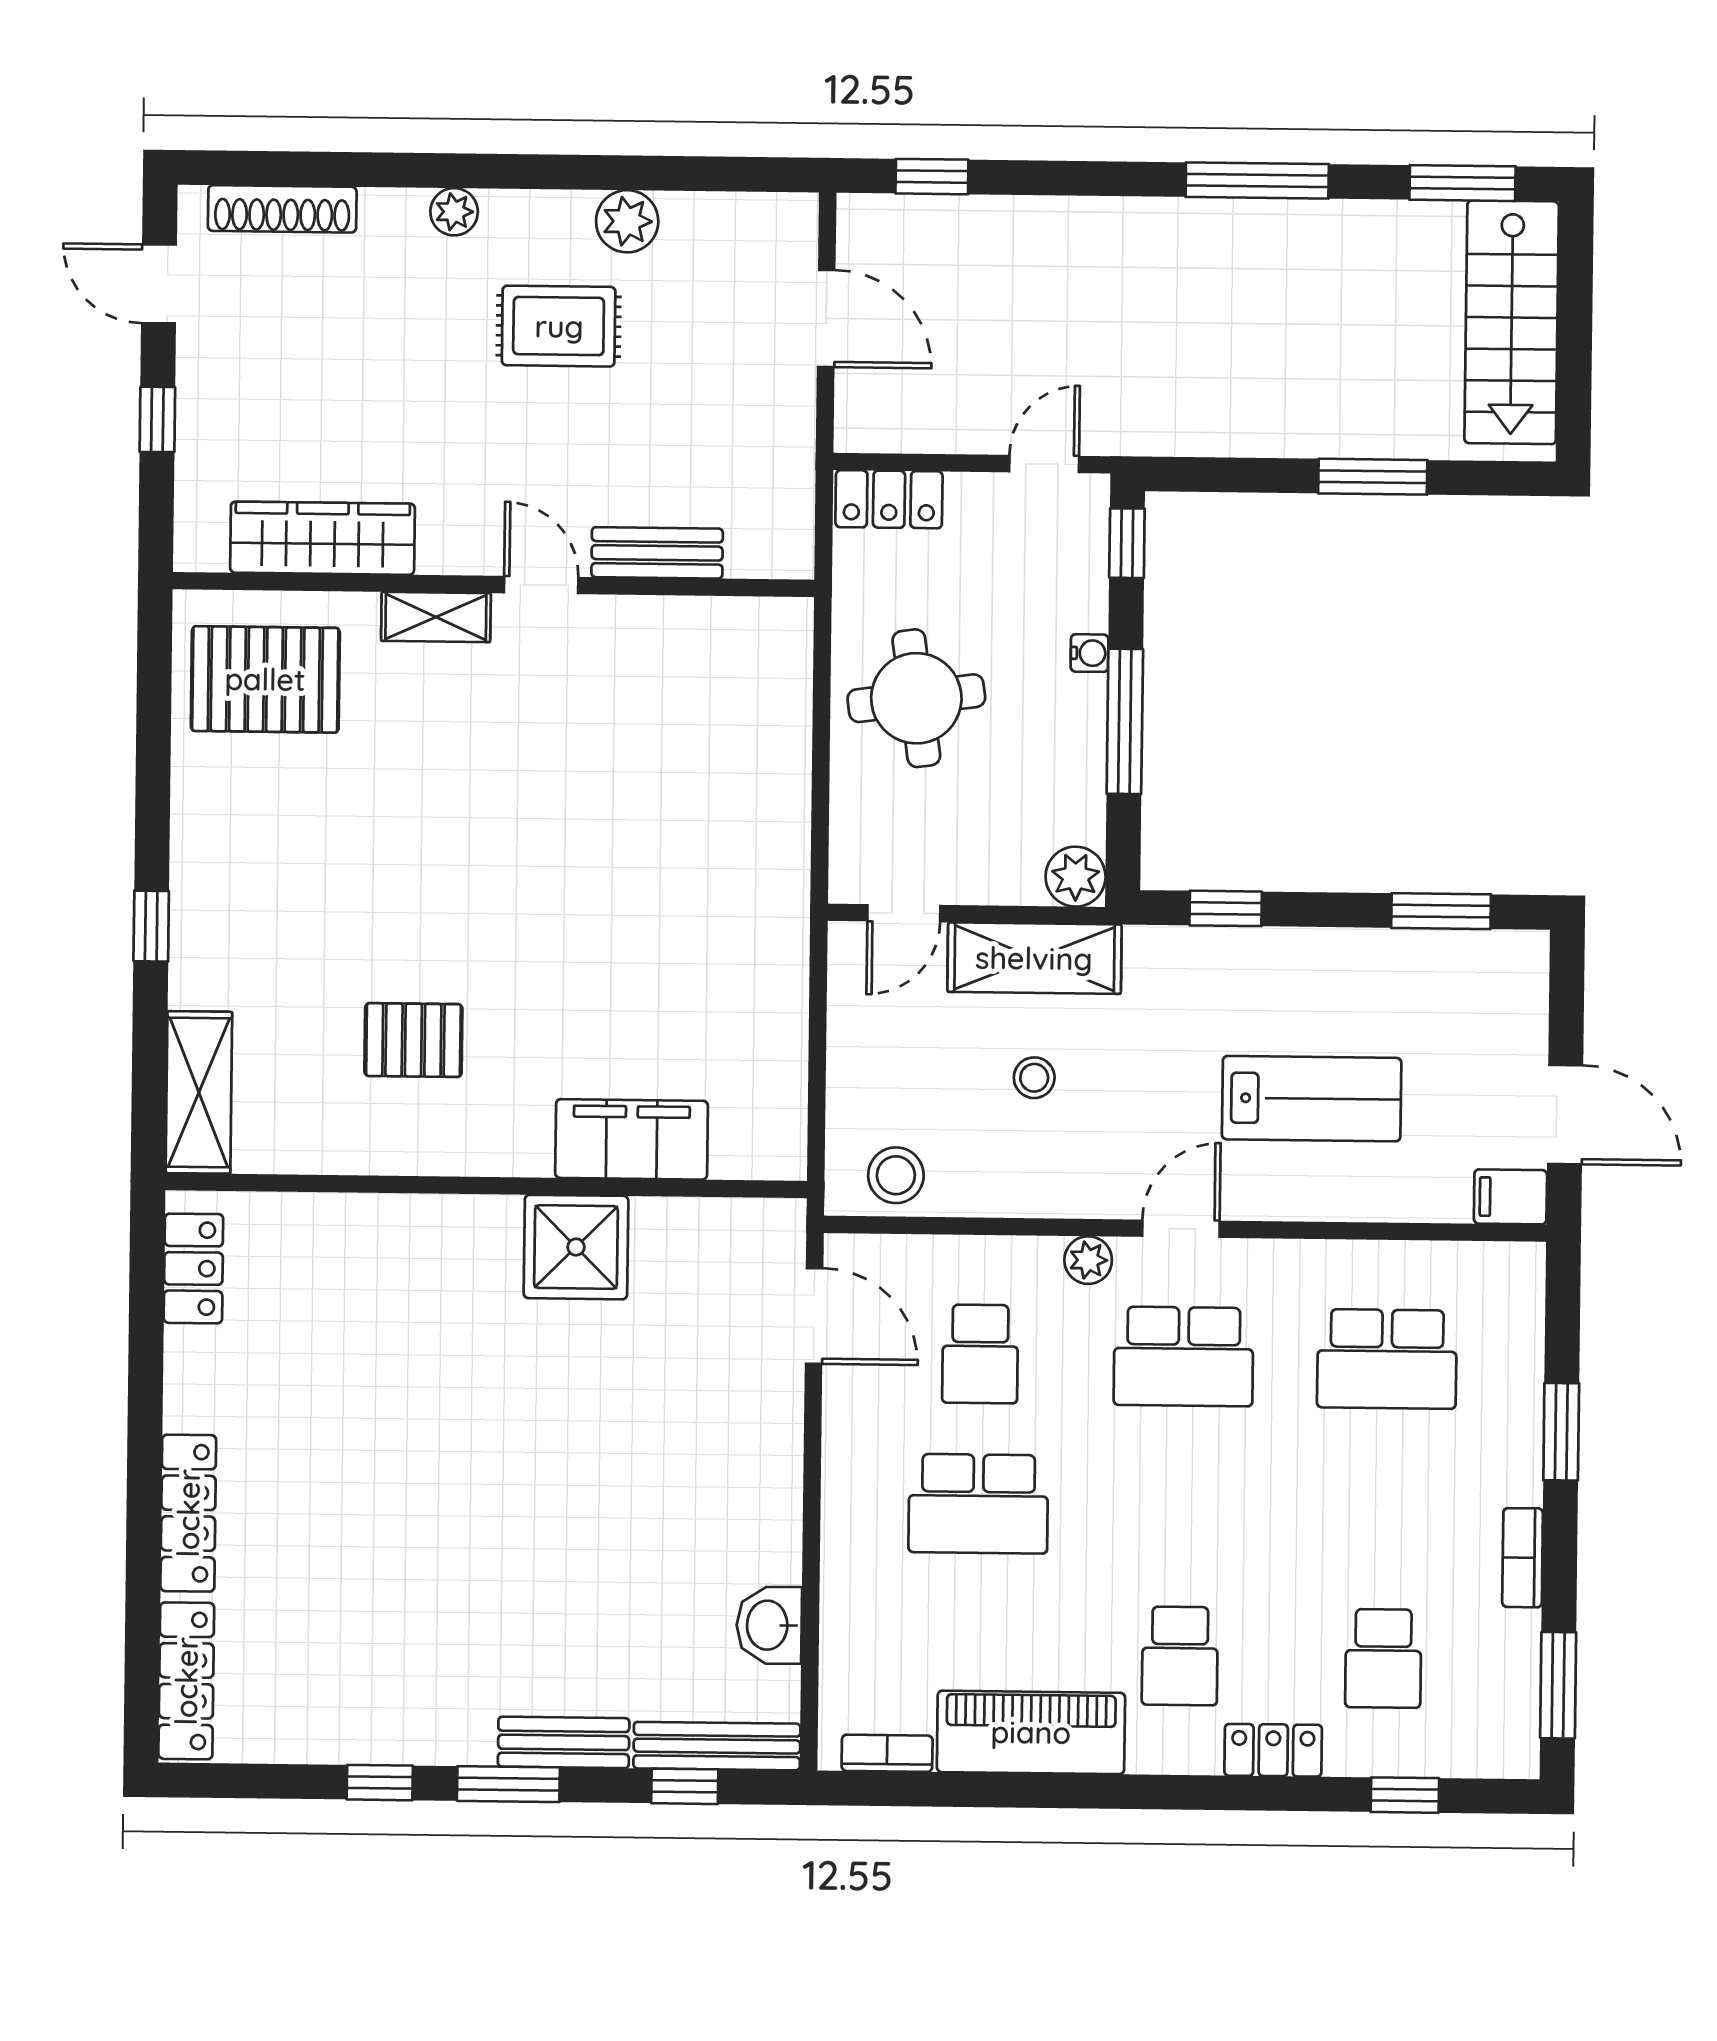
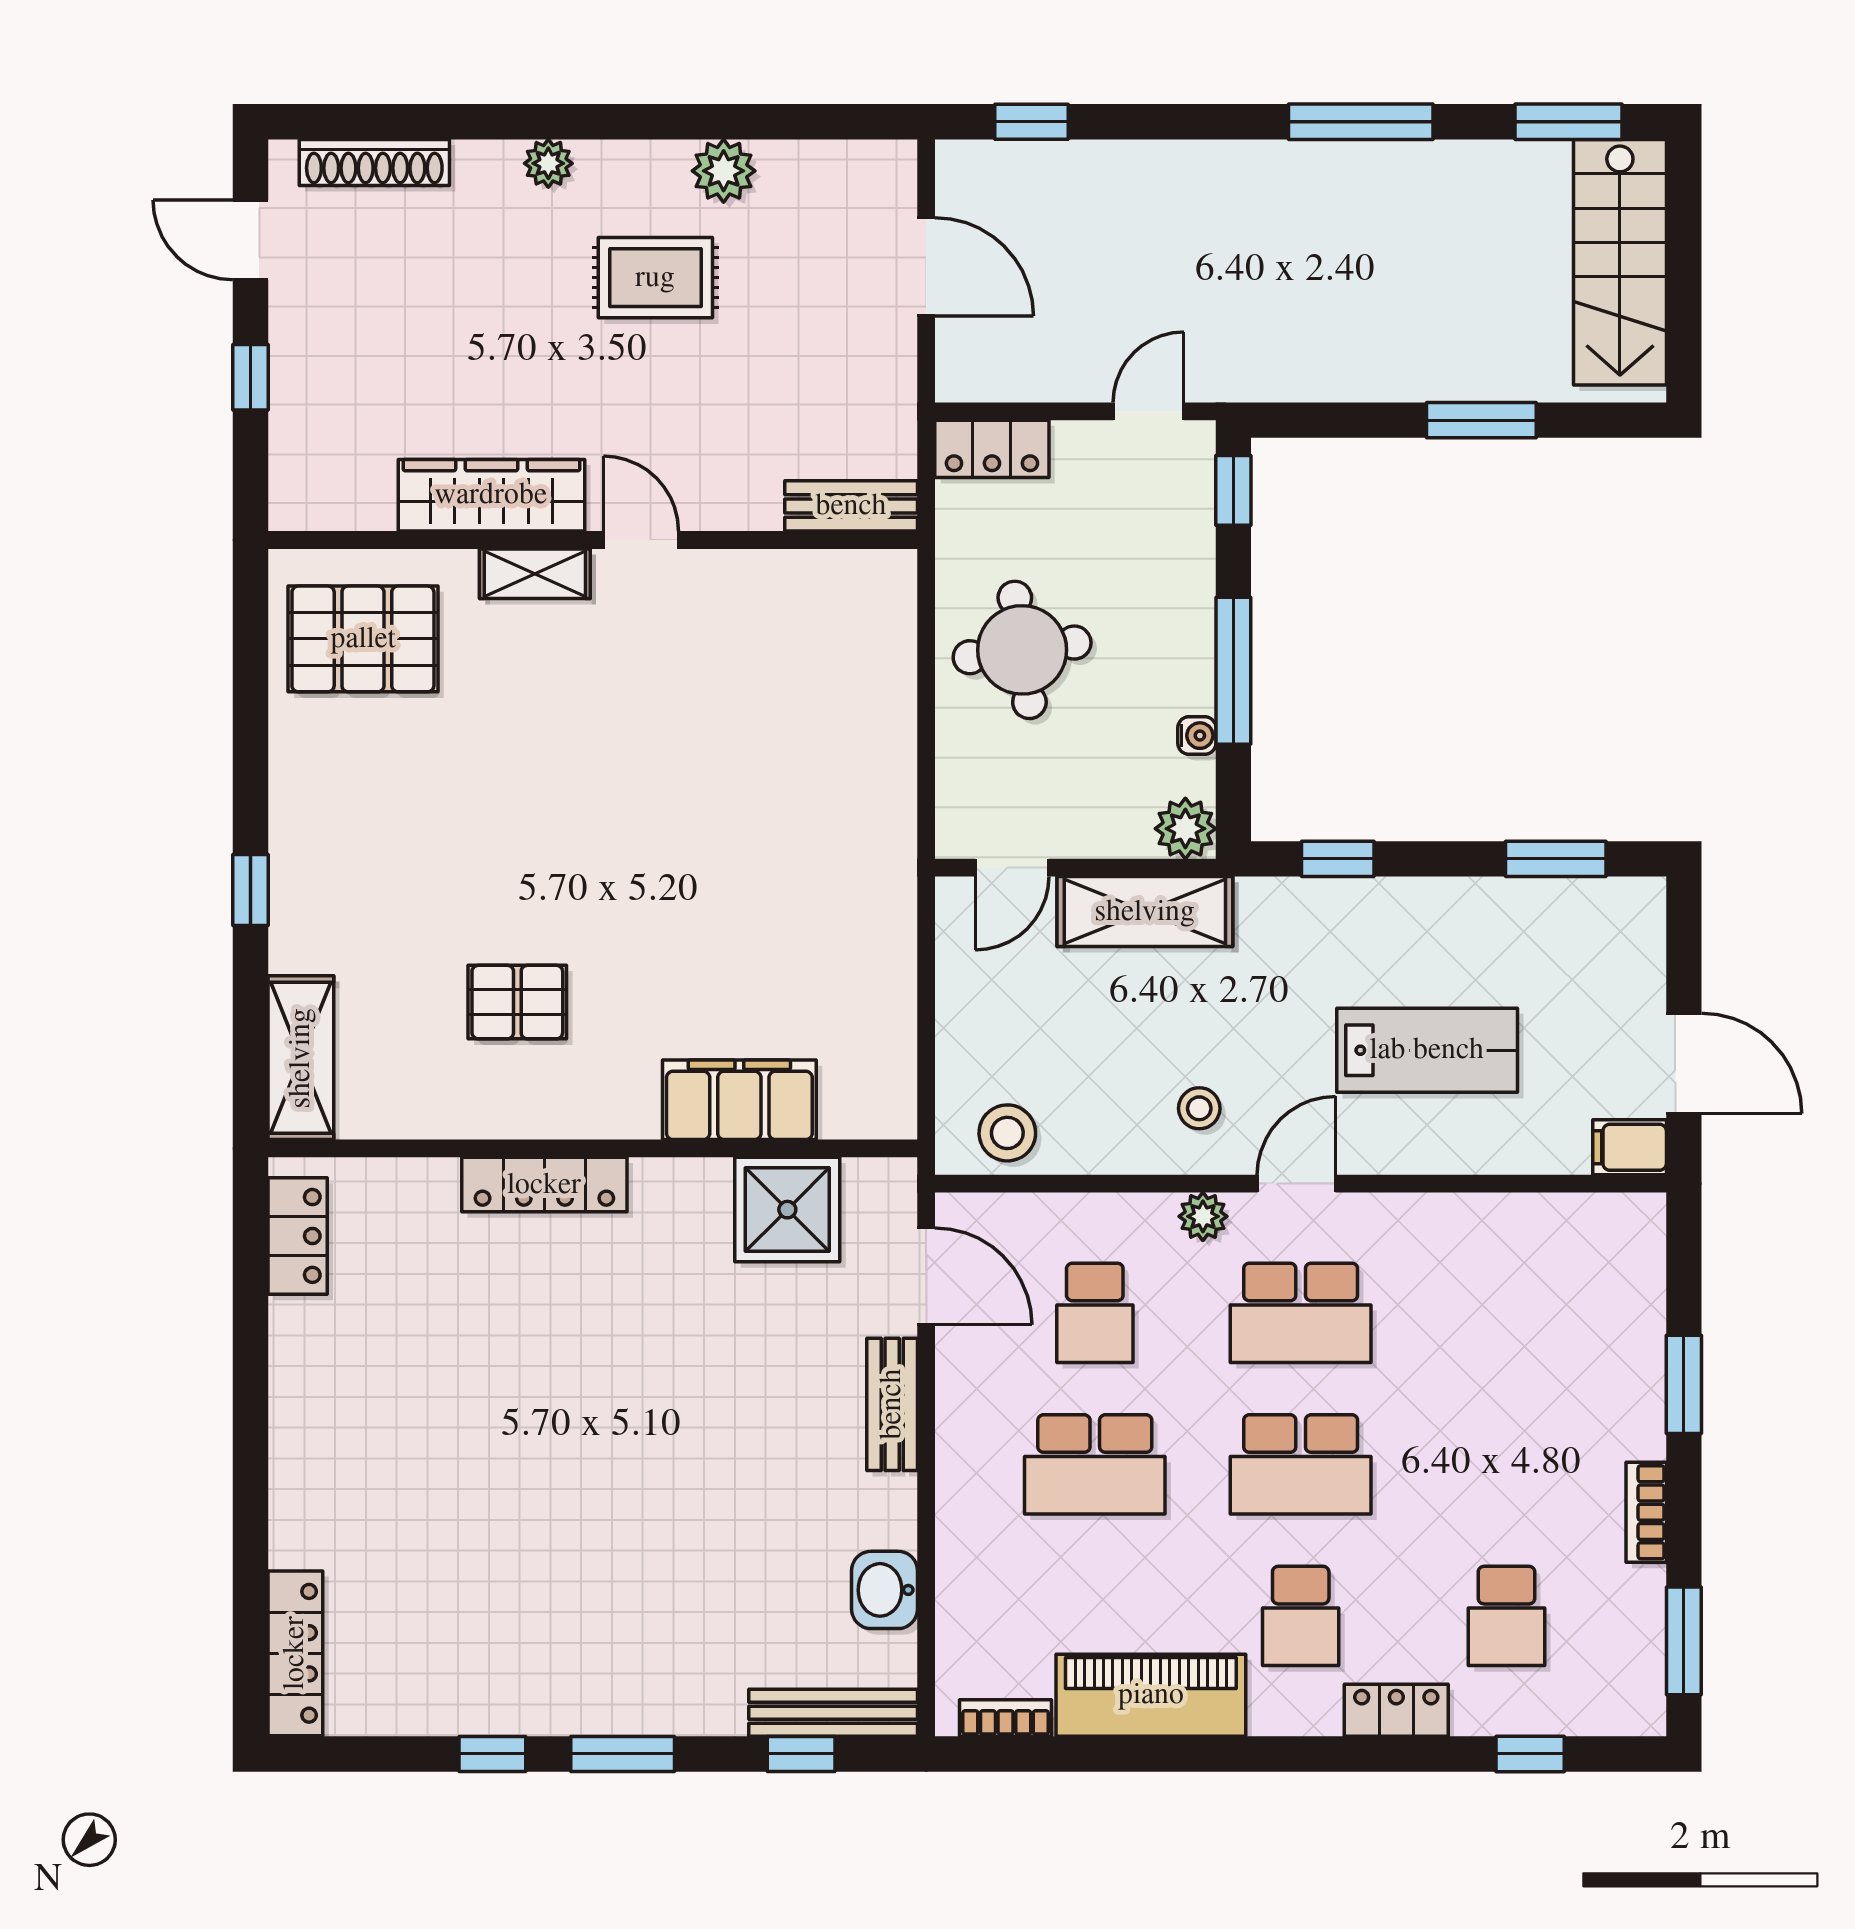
wardrobe: (322, 538) -> (491, 495), moved
bench: (657, 553) -> (851, 506), moved
water cooler: (1090, 653) -> (1197, 736), moved
stool: (1034, 1078) -> (1199, 1108), moved
shower: (576, 1247) -> (787, 1210), moved
school desk: (1387, 1359) -> (1301, 1464), moved
locker: (188, 1513) -> (544, 1185), moved, turned 90
bench: (564, 1742) -> (892, 1404), moved, turned 90

